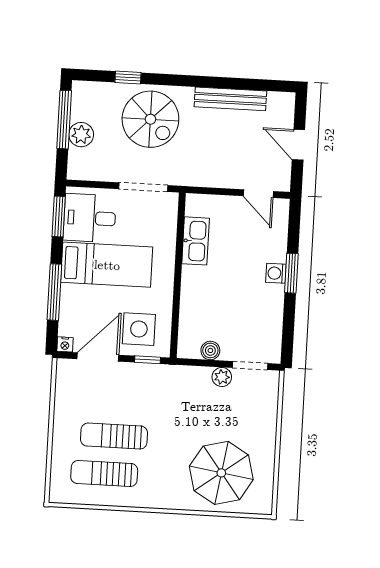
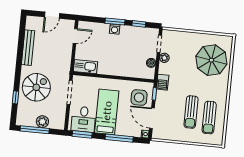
kitchen sink: (196, 241) -> (85, 67), moved
window: (289, 322) -> (139, 24), added
barbecue: (172, 376) -> (163, 82), added

